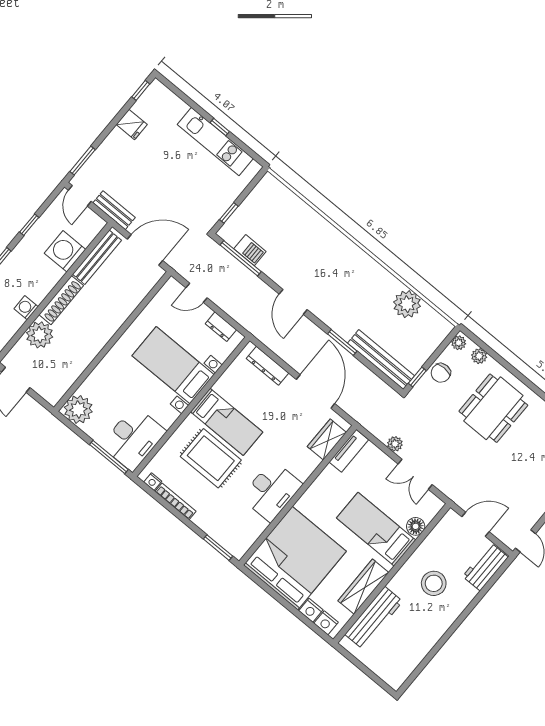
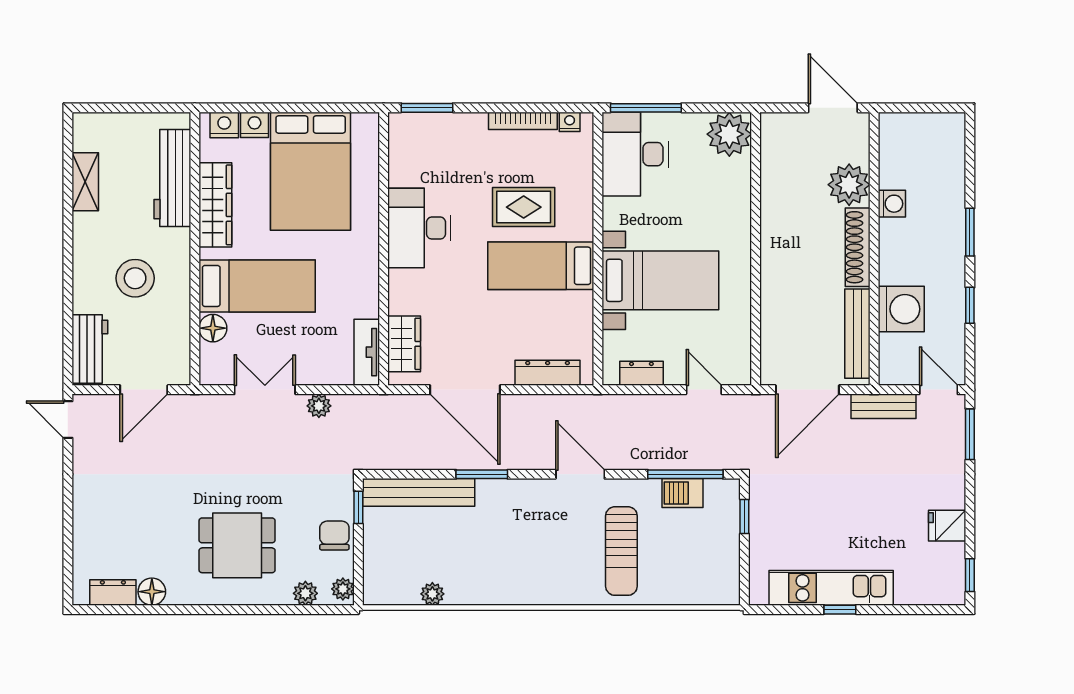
sun lounger: (304, 247) -> (621, 551), added
door: (197, 293) -> (704, 390), hinge flipped
plant: (407, 304) -> (432, 594), width x0.53, depth x0.53
dining table: (493, 408) -> (237, 545), width x0.73
rug: (211, 458) -> (524, 207), width x0.73, depth x0.70
bed: (295, 558) -> (311, 171), width x0.73
shelving: (419, 652) -> (85, 182), added

